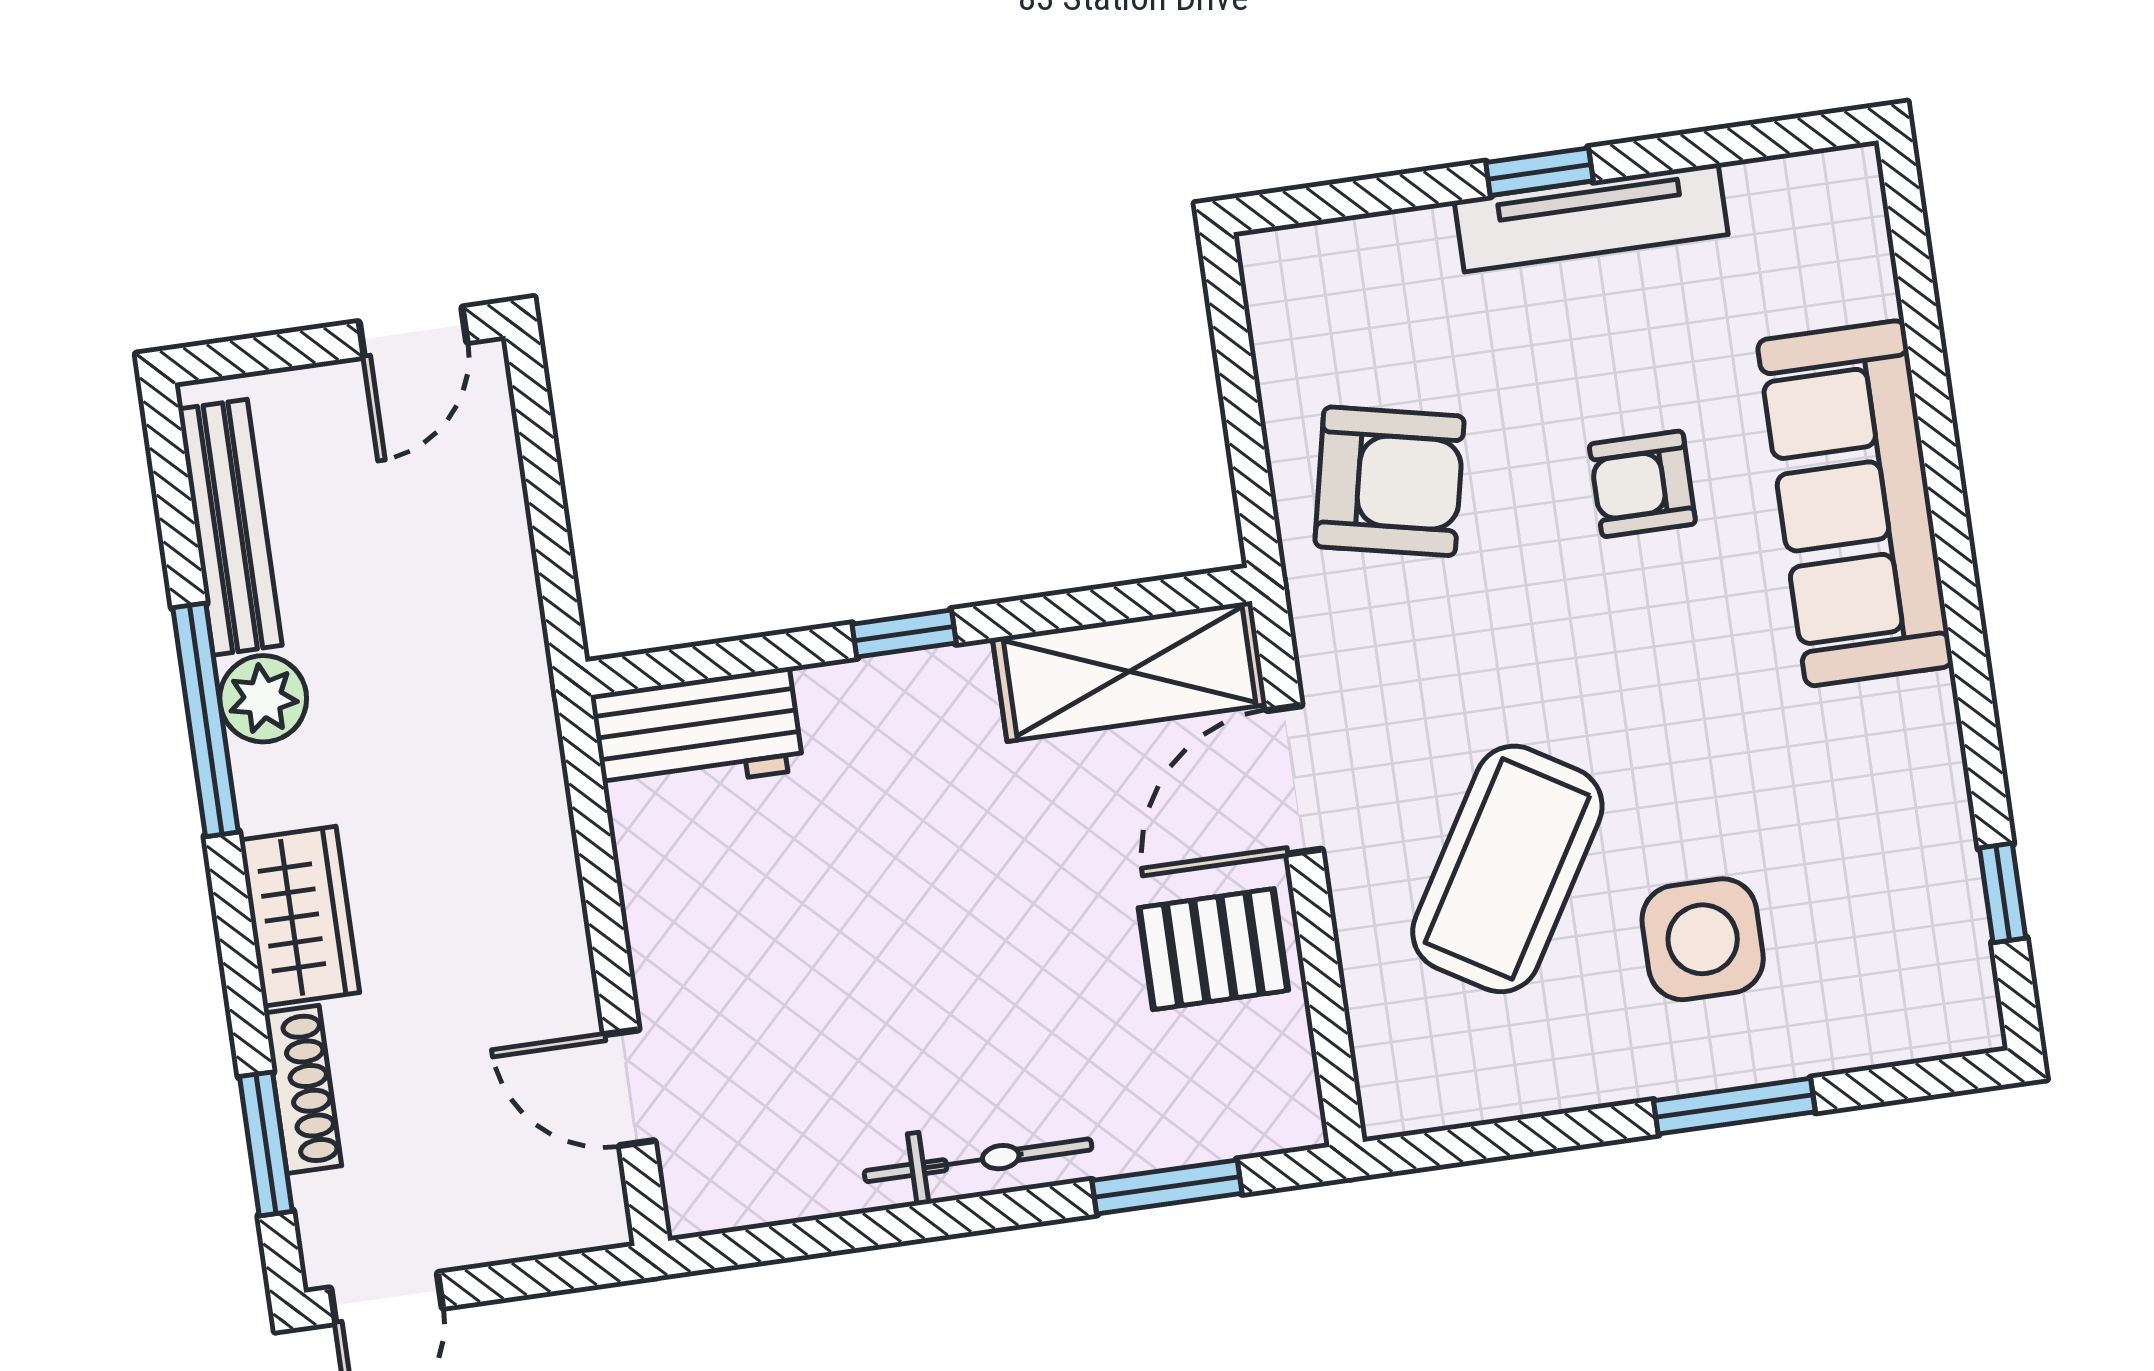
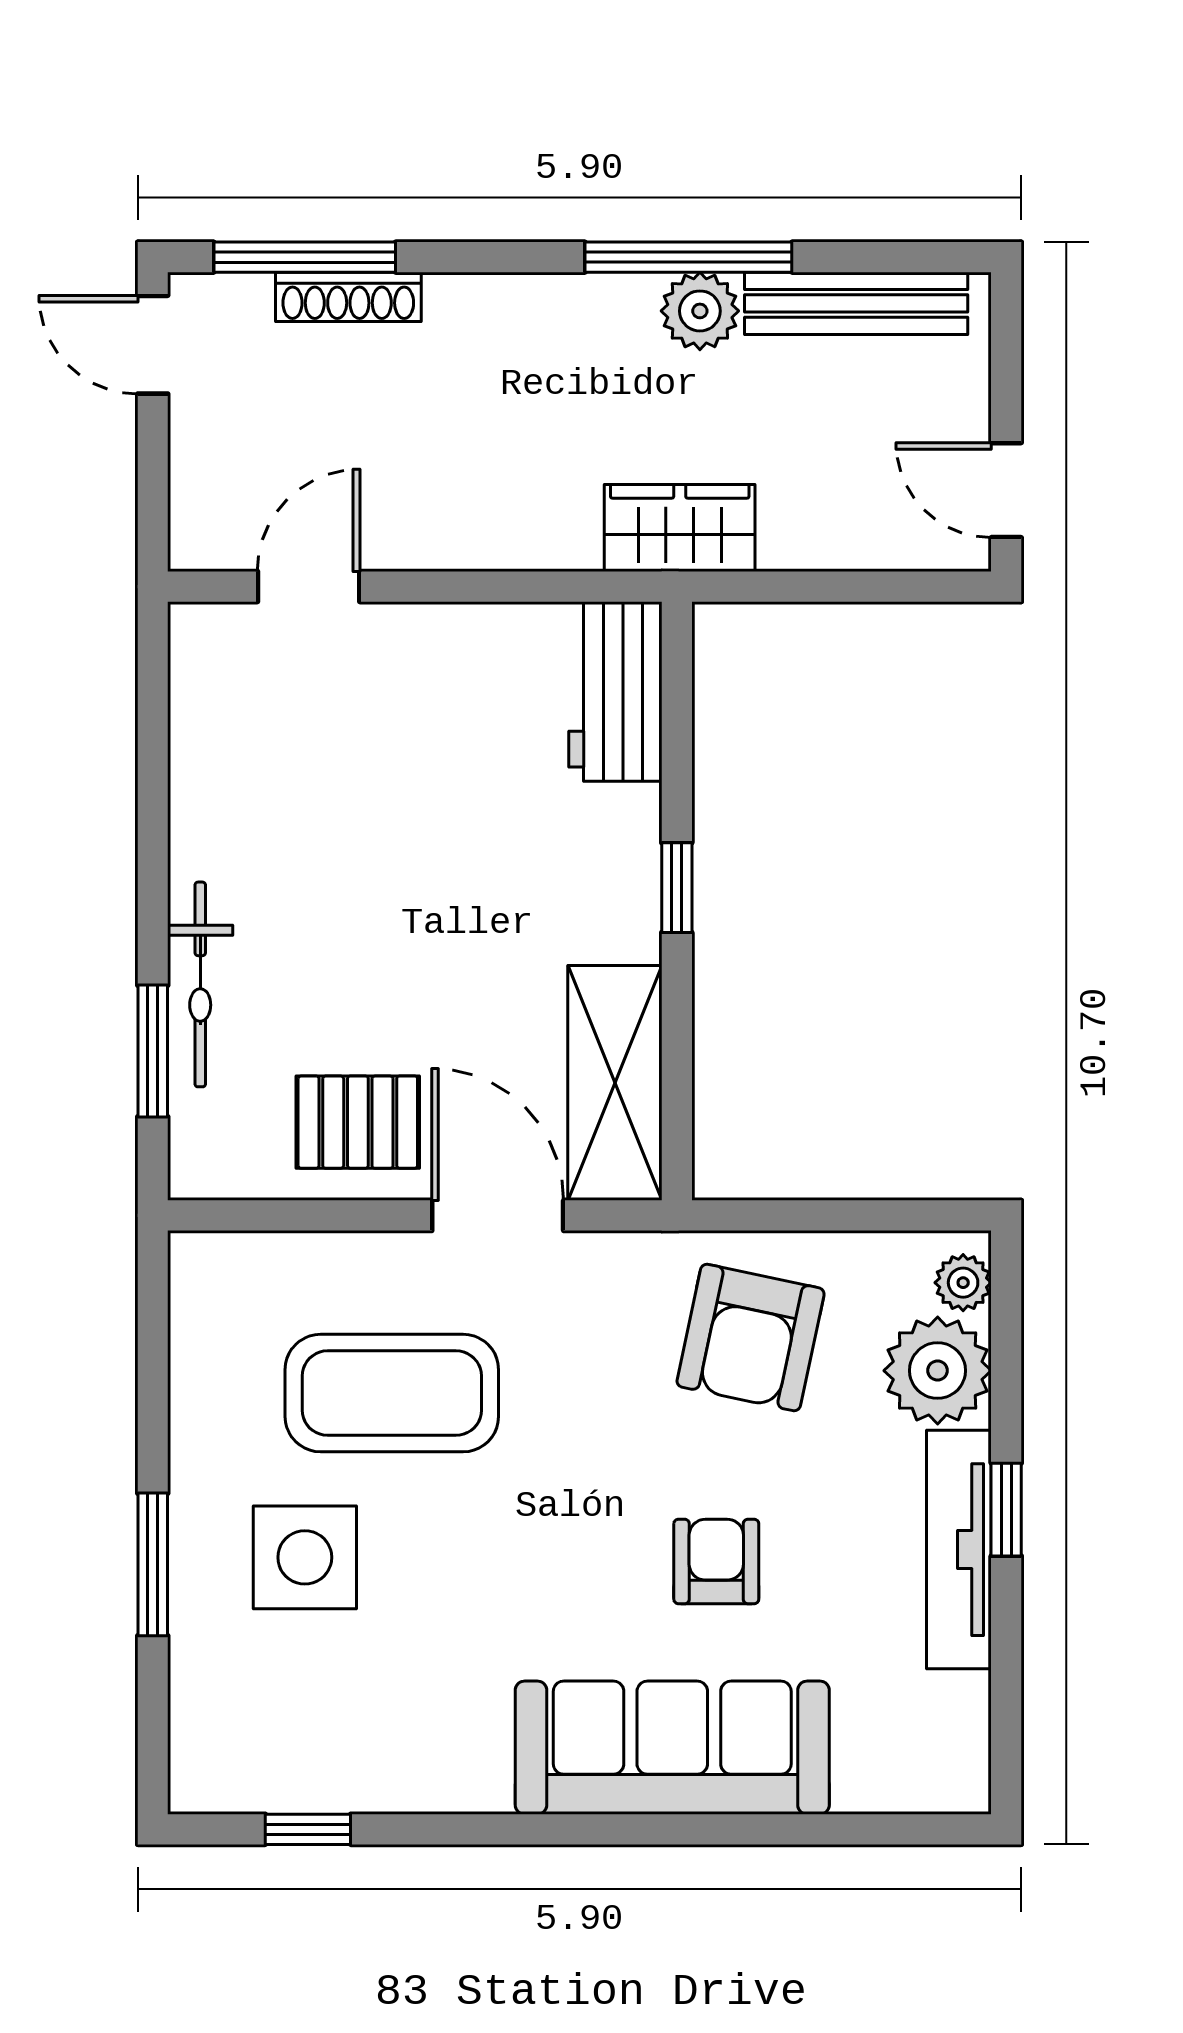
plant: (1295, 255) -> (963, 1283), added
plant: (1397, 270) -> (938, 1371), added
coffee table: (1507, 869) -> (392, 1393), turned -31
wardrobe: (300, 916) -> (680, 528), moved, turned 180
pallet: (1213, 949) -> (358, 1122), turned 90
window: (266, 1144) -> (305, 257), width x1.44
bicycle: (978, 1160) -> (200, 984), moved

